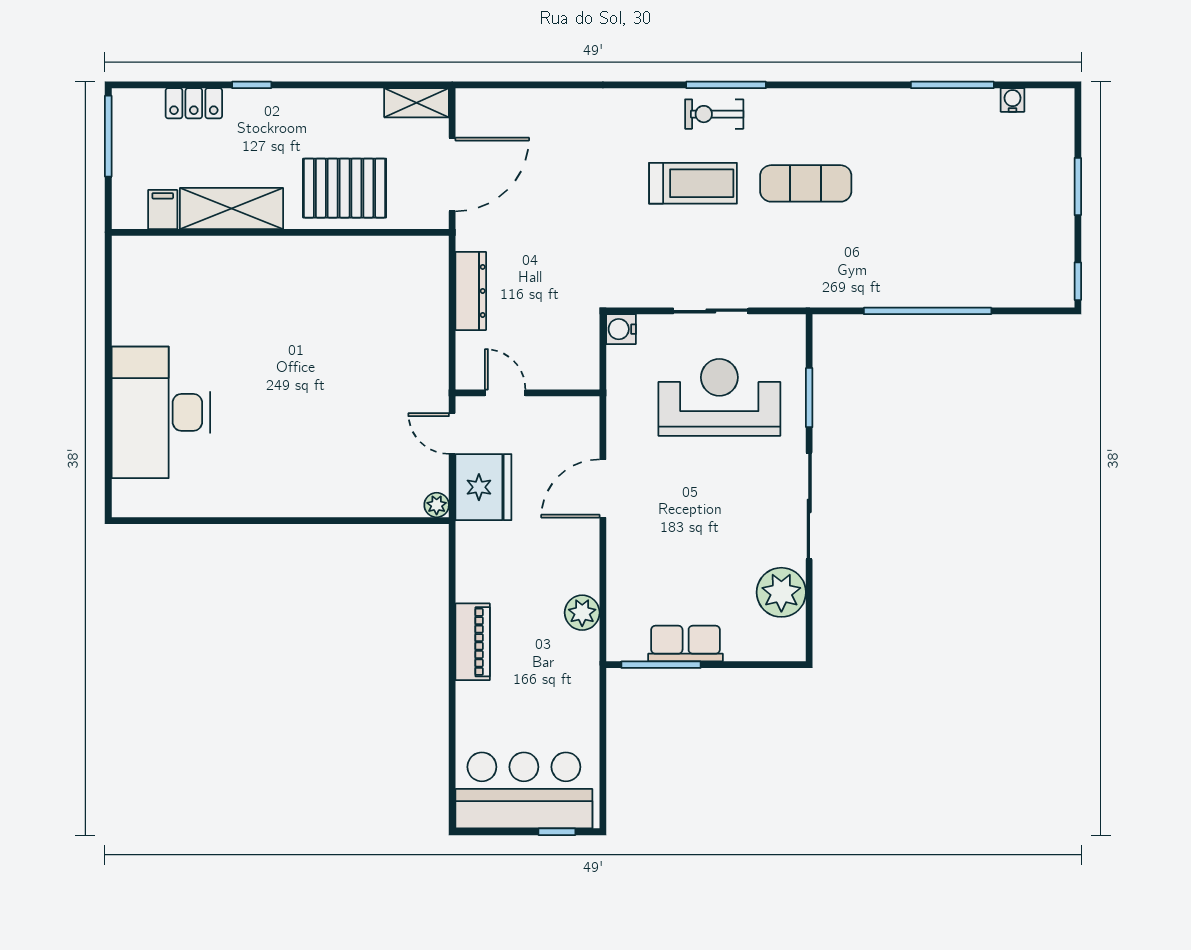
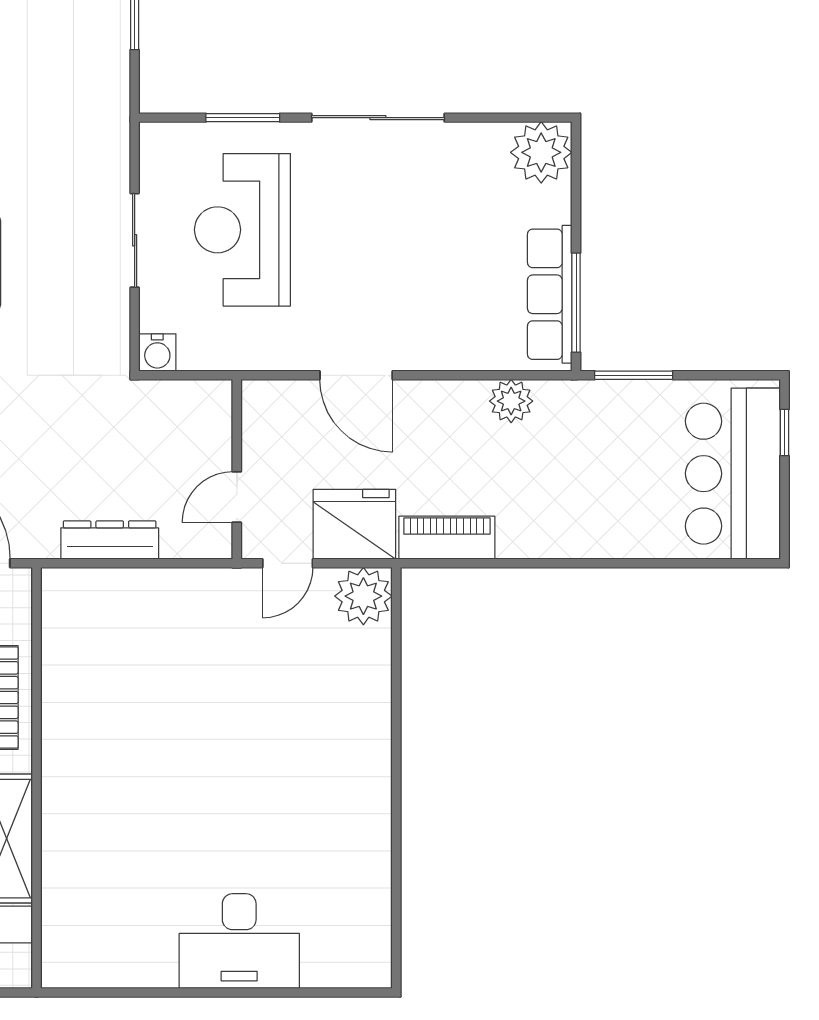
desk: (161, 412) -> (239, 941), width x0.73, depth x0.77
plant: (437, 505) -> (363, 596), width x1.88, depth x1.88
plant: (781, 592) -> (541, 152), moved
piano: (473, 642) -> (447, 538), moved
row of seats: (686, 644) -> (550, 294), width x1.48
window: (603, 711) -> (634, 375), added

